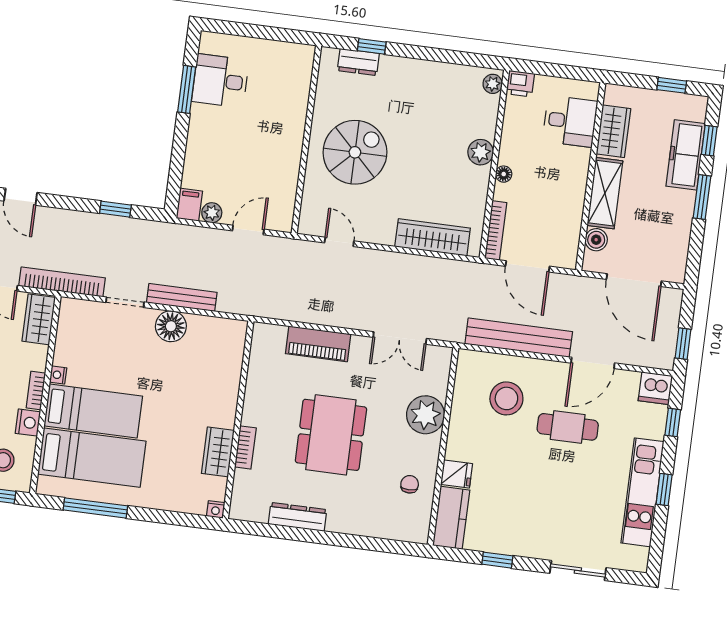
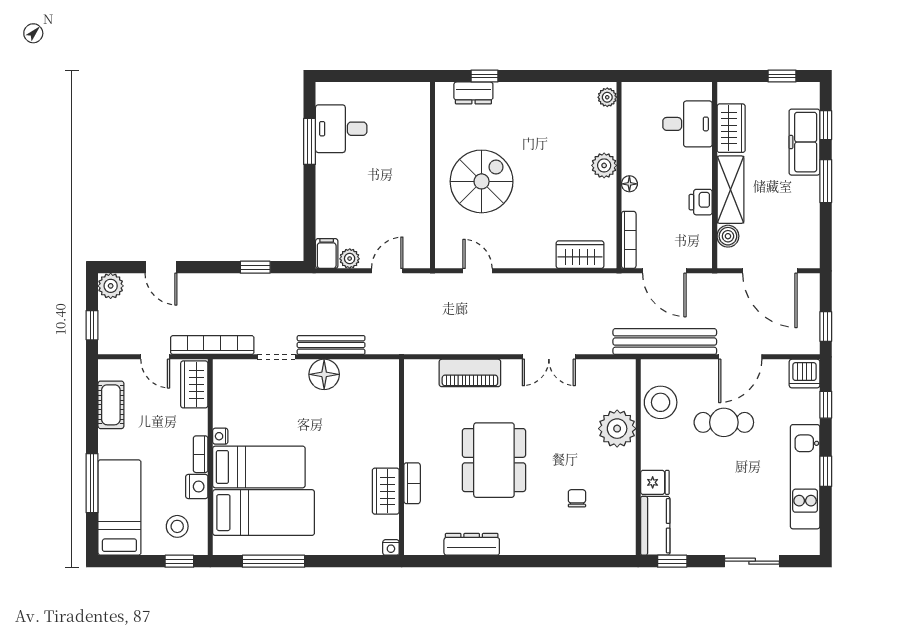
printer: (520, 84) -> (701, 202), moved, turned 90
wardrobe: (433, 237) -> (580, 255), width x0.67
plant: (425, 415) -> (617, 429), moved
wall: (443, 446) -> (638, 457), moved
fridge: (457, 474) -> (655, 482), moved
kitchen counter: (451, 518) -> (655, 526), moved

